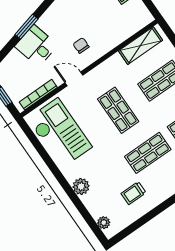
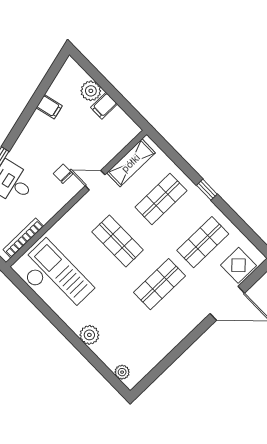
door: (74, 79) -> (95, 180), moved
trolley: (133, 193) -> (151, 333), removed

